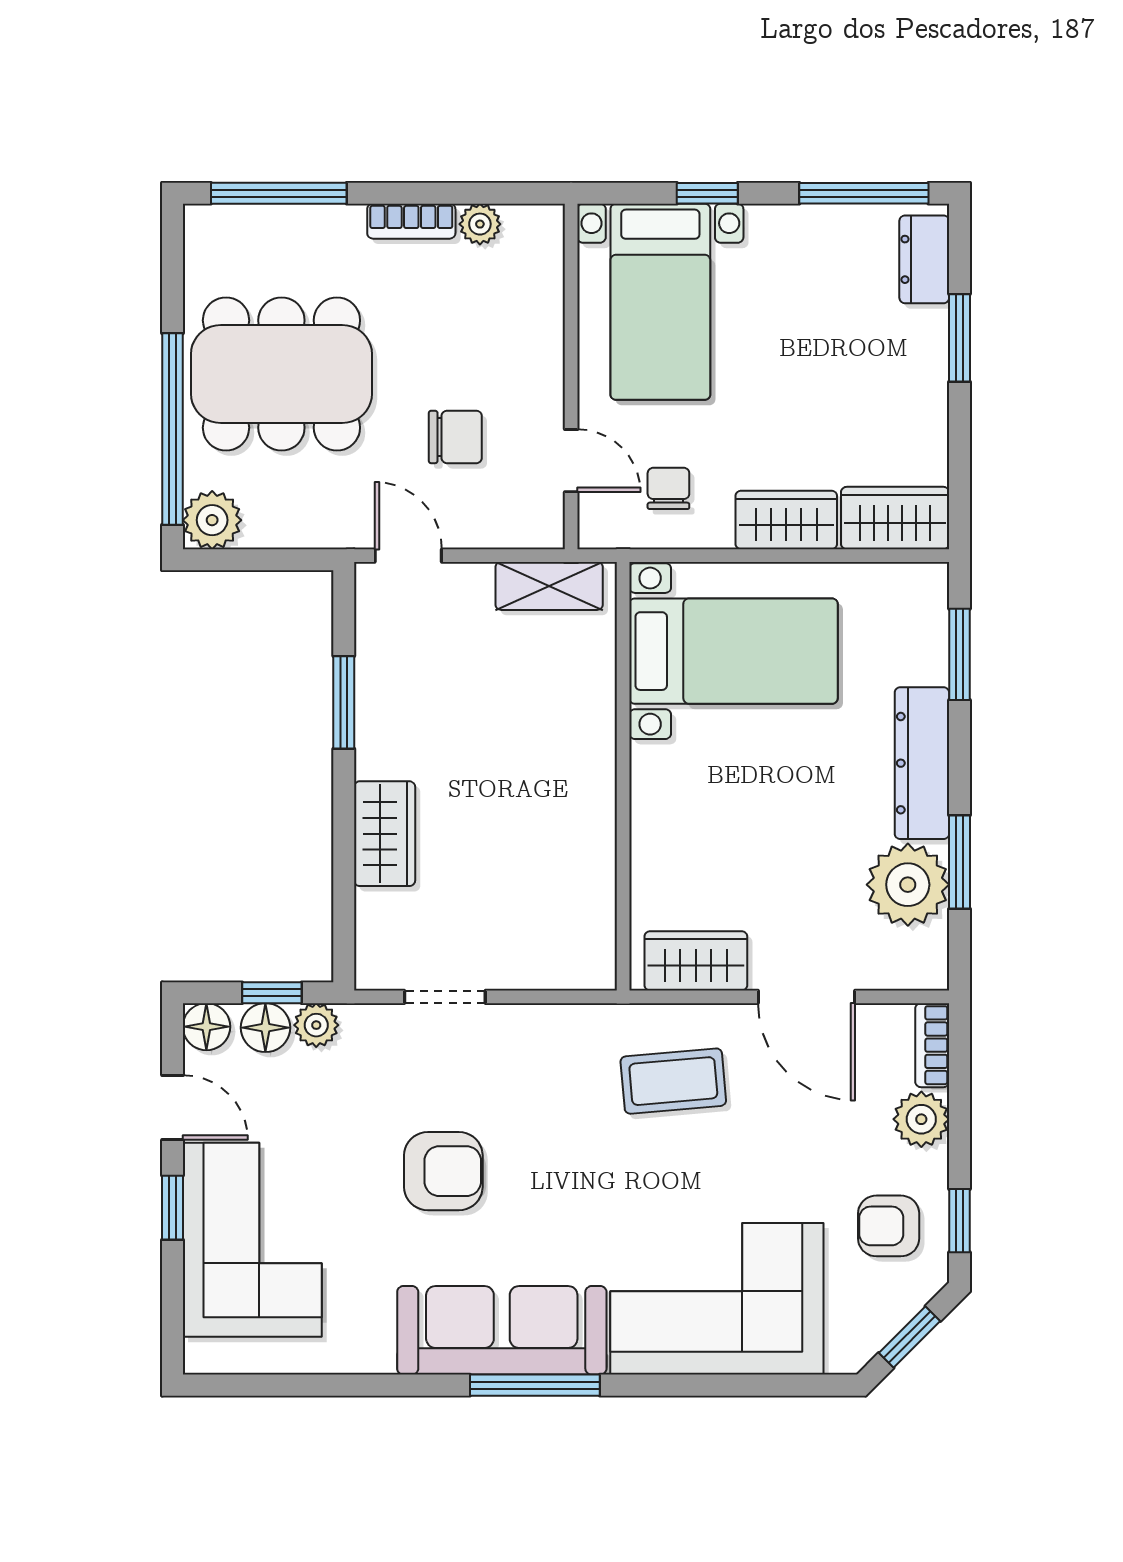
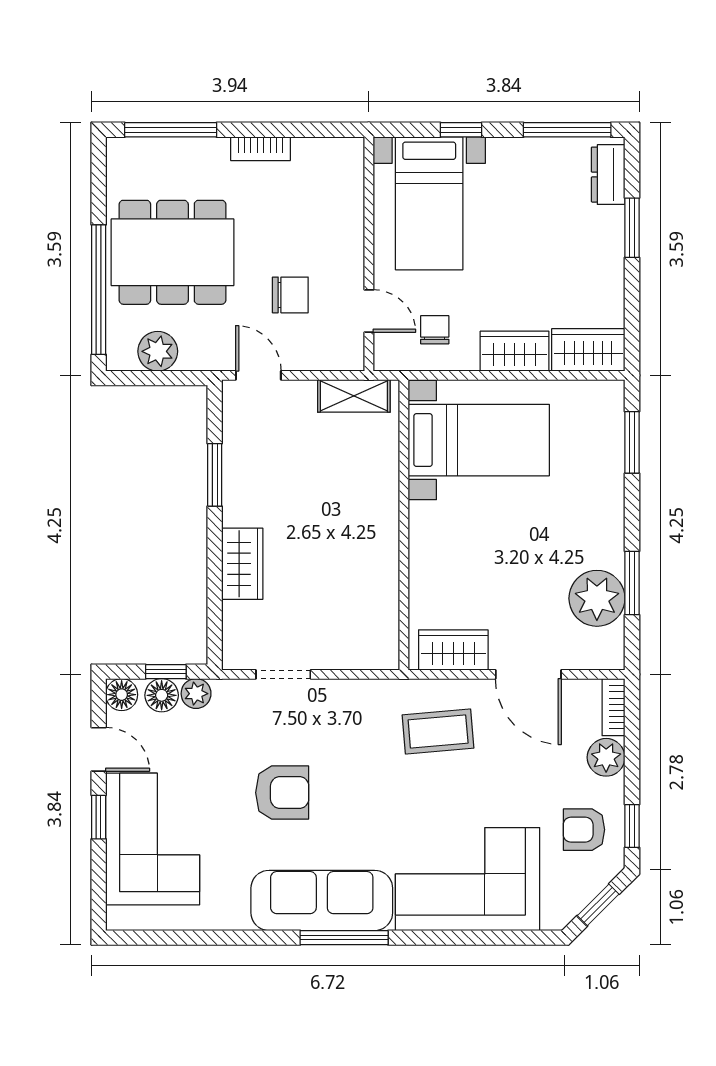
plant: (480, 224) -> (307, 151), removed
plant: (212, 520) -> (158, 351), moved
dresser: (922, 763) -> (607, 516), removed

